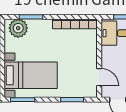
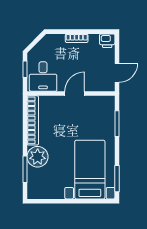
plant: (18, 28) -> (38, 157), moved
door: (99, 77) -> (75, 93), moved

